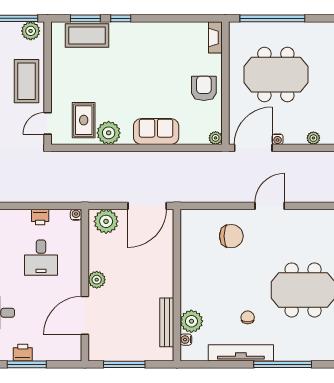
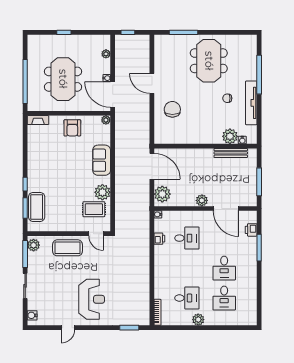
armchair: (204, 88) -> (72, 128), turned -90
printer: (23, 353) -> (251, 230), moved

